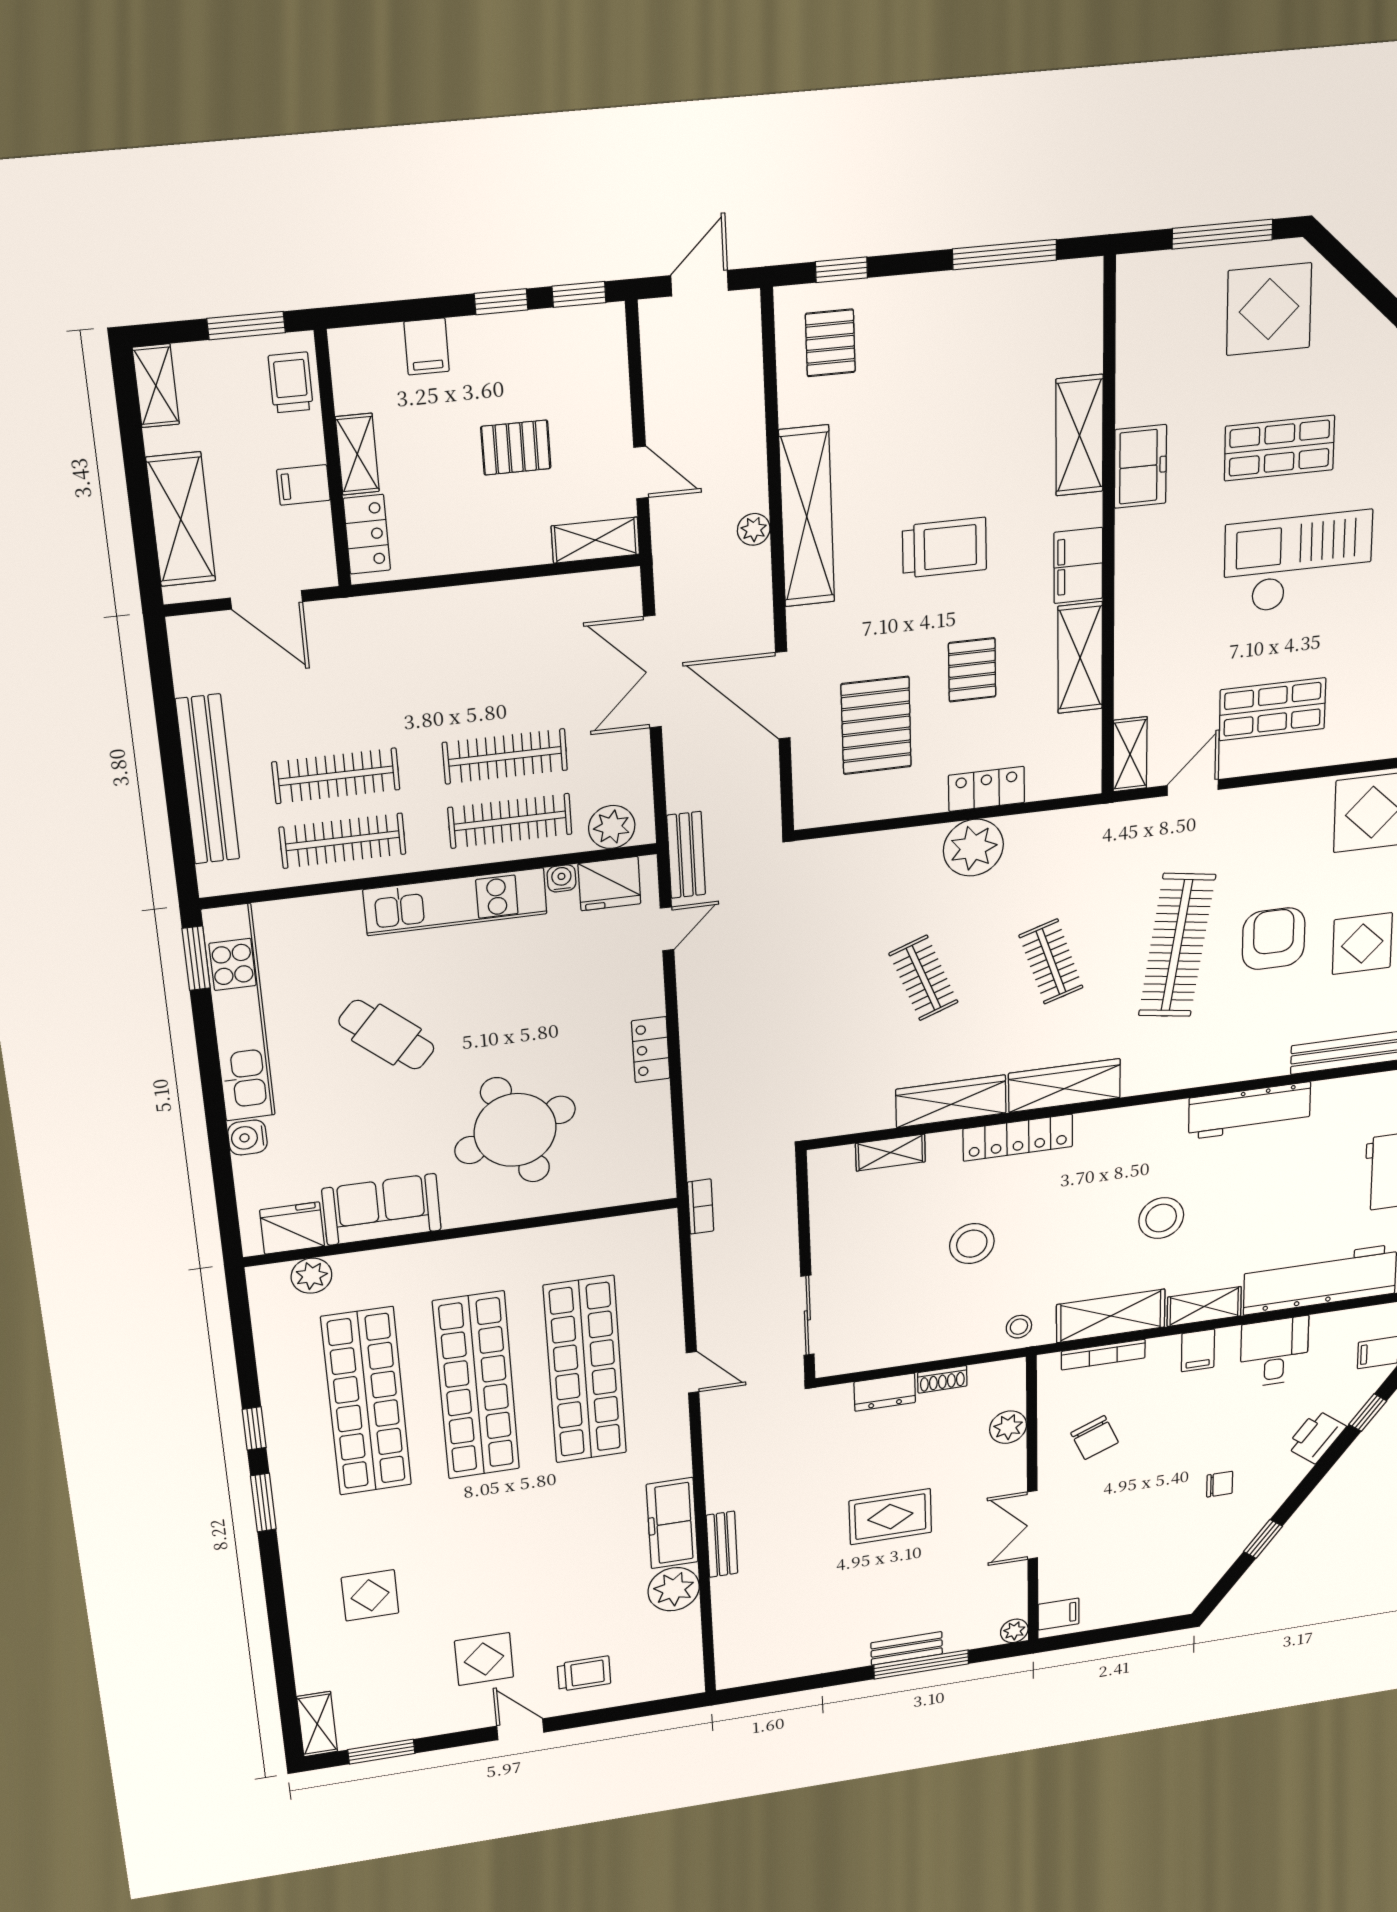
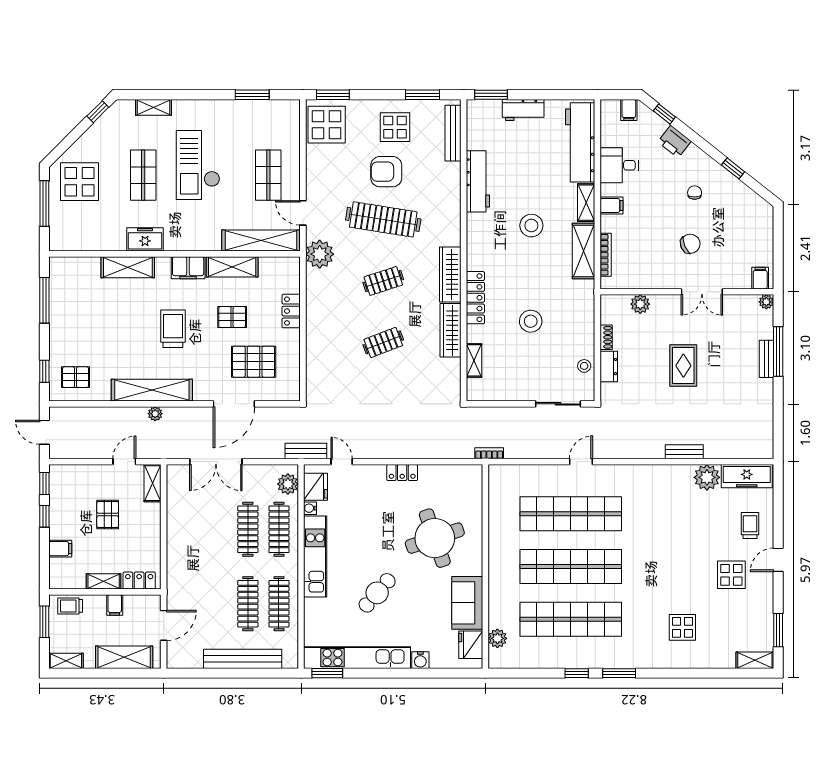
shelving: (1130, 754) -> (261, 240), width x2.20, depth x1.33
plant: (973, 848) -> (320, 254), moved
stool: (1019, 1327) -> (584, 366), moved
chair: (1095, 1438) -> (690, 244), moved
freezer: (672, 1523) -> (747, 476), moved

